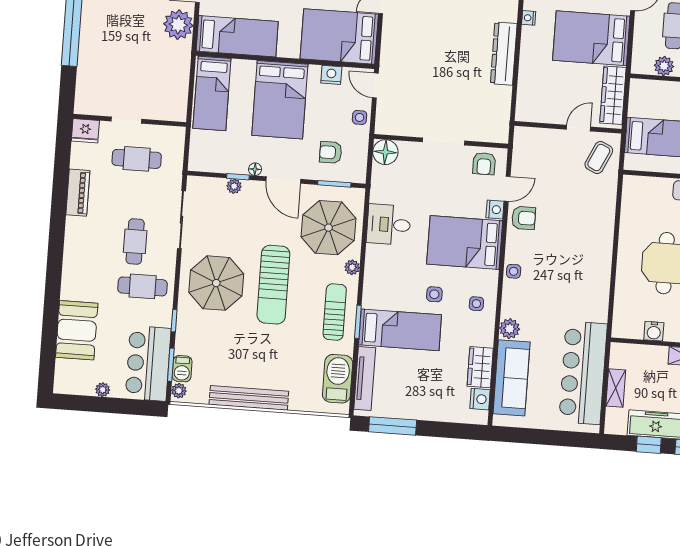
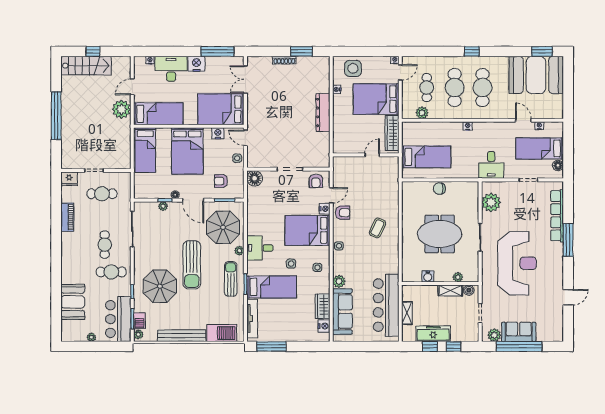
coffee table: (599, 158) -> (377, 228), moved
desk: (389, 225) -> (260, 248), moved
parasol: (216, 283) -> (160, 286), moved
barbecue: (338, 379) -> (222, 333), moved, turned 90

